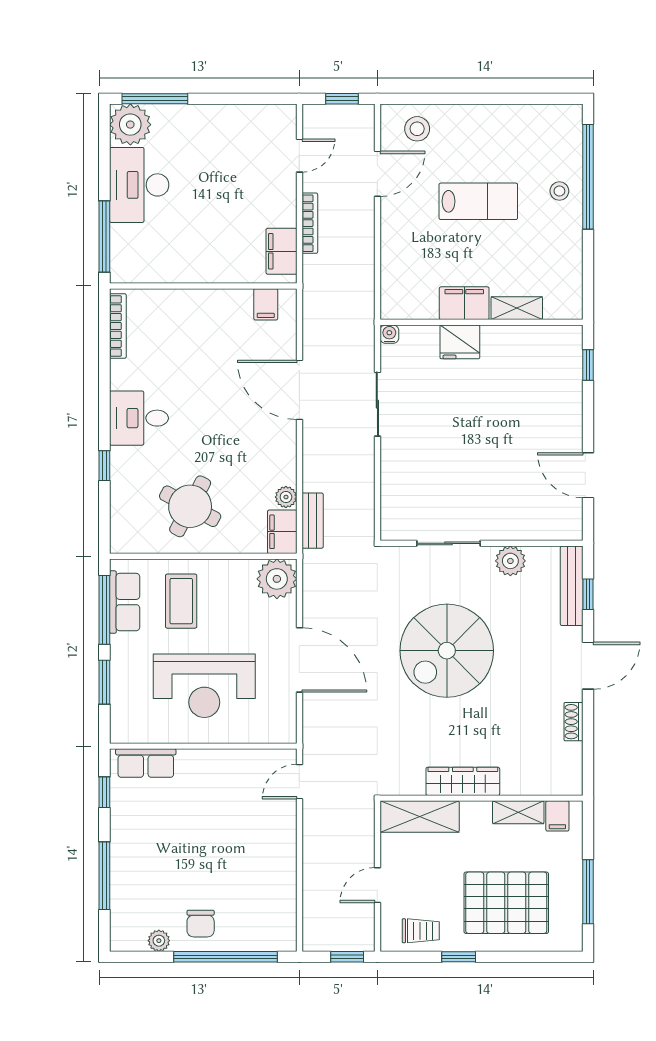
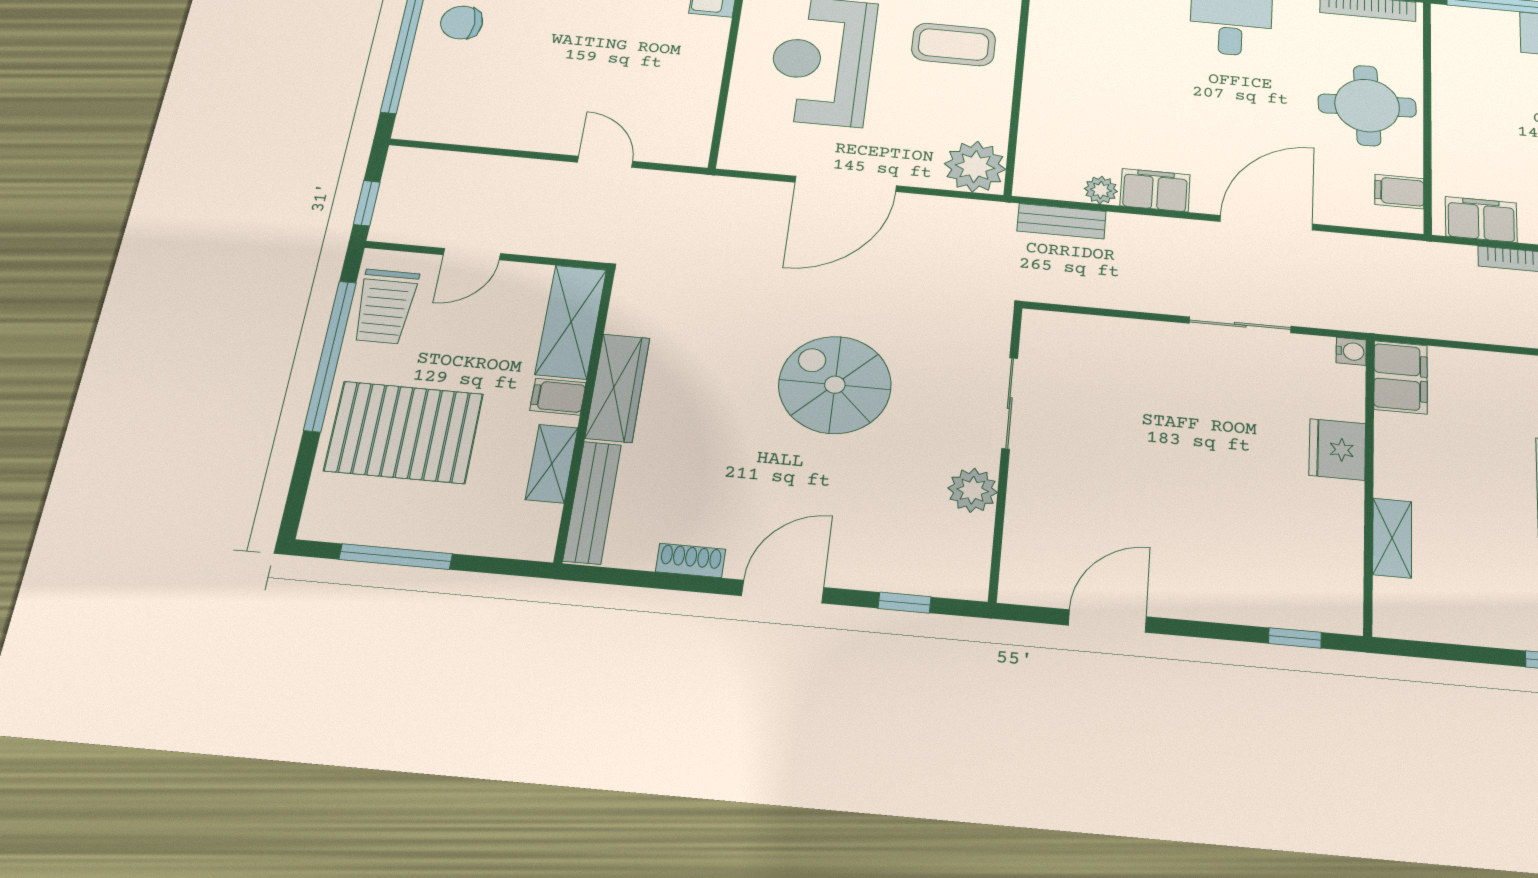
filing cabinet: (464, 303) -> (1401, 377), moved
round table: (190, 506) -> (1367, 105), moved, turned -31
filing cabinet: (282, 532) -> (1155, 190), moved
bench: (572, 586) -> (592, 502), moved, turned 90
spiral stairs: (447, 651) -> (835, 385), width x0.73, depth x0.73
door: (588, 666) -> (783, 592), swing flipped
door: (299, 782) -> (605, 162), moved
filing cabinet: (557, 816) -> (558, 397), moved
door: (377, 885) -> (472, 254), swing flipped
pallet: (506, 903) -> (404, 432), turned 90
trolley: (421, 931) -> (385, 306), width x1.36, depth x1.39
window: (459, 957) -> (330, 356), width x3.17

